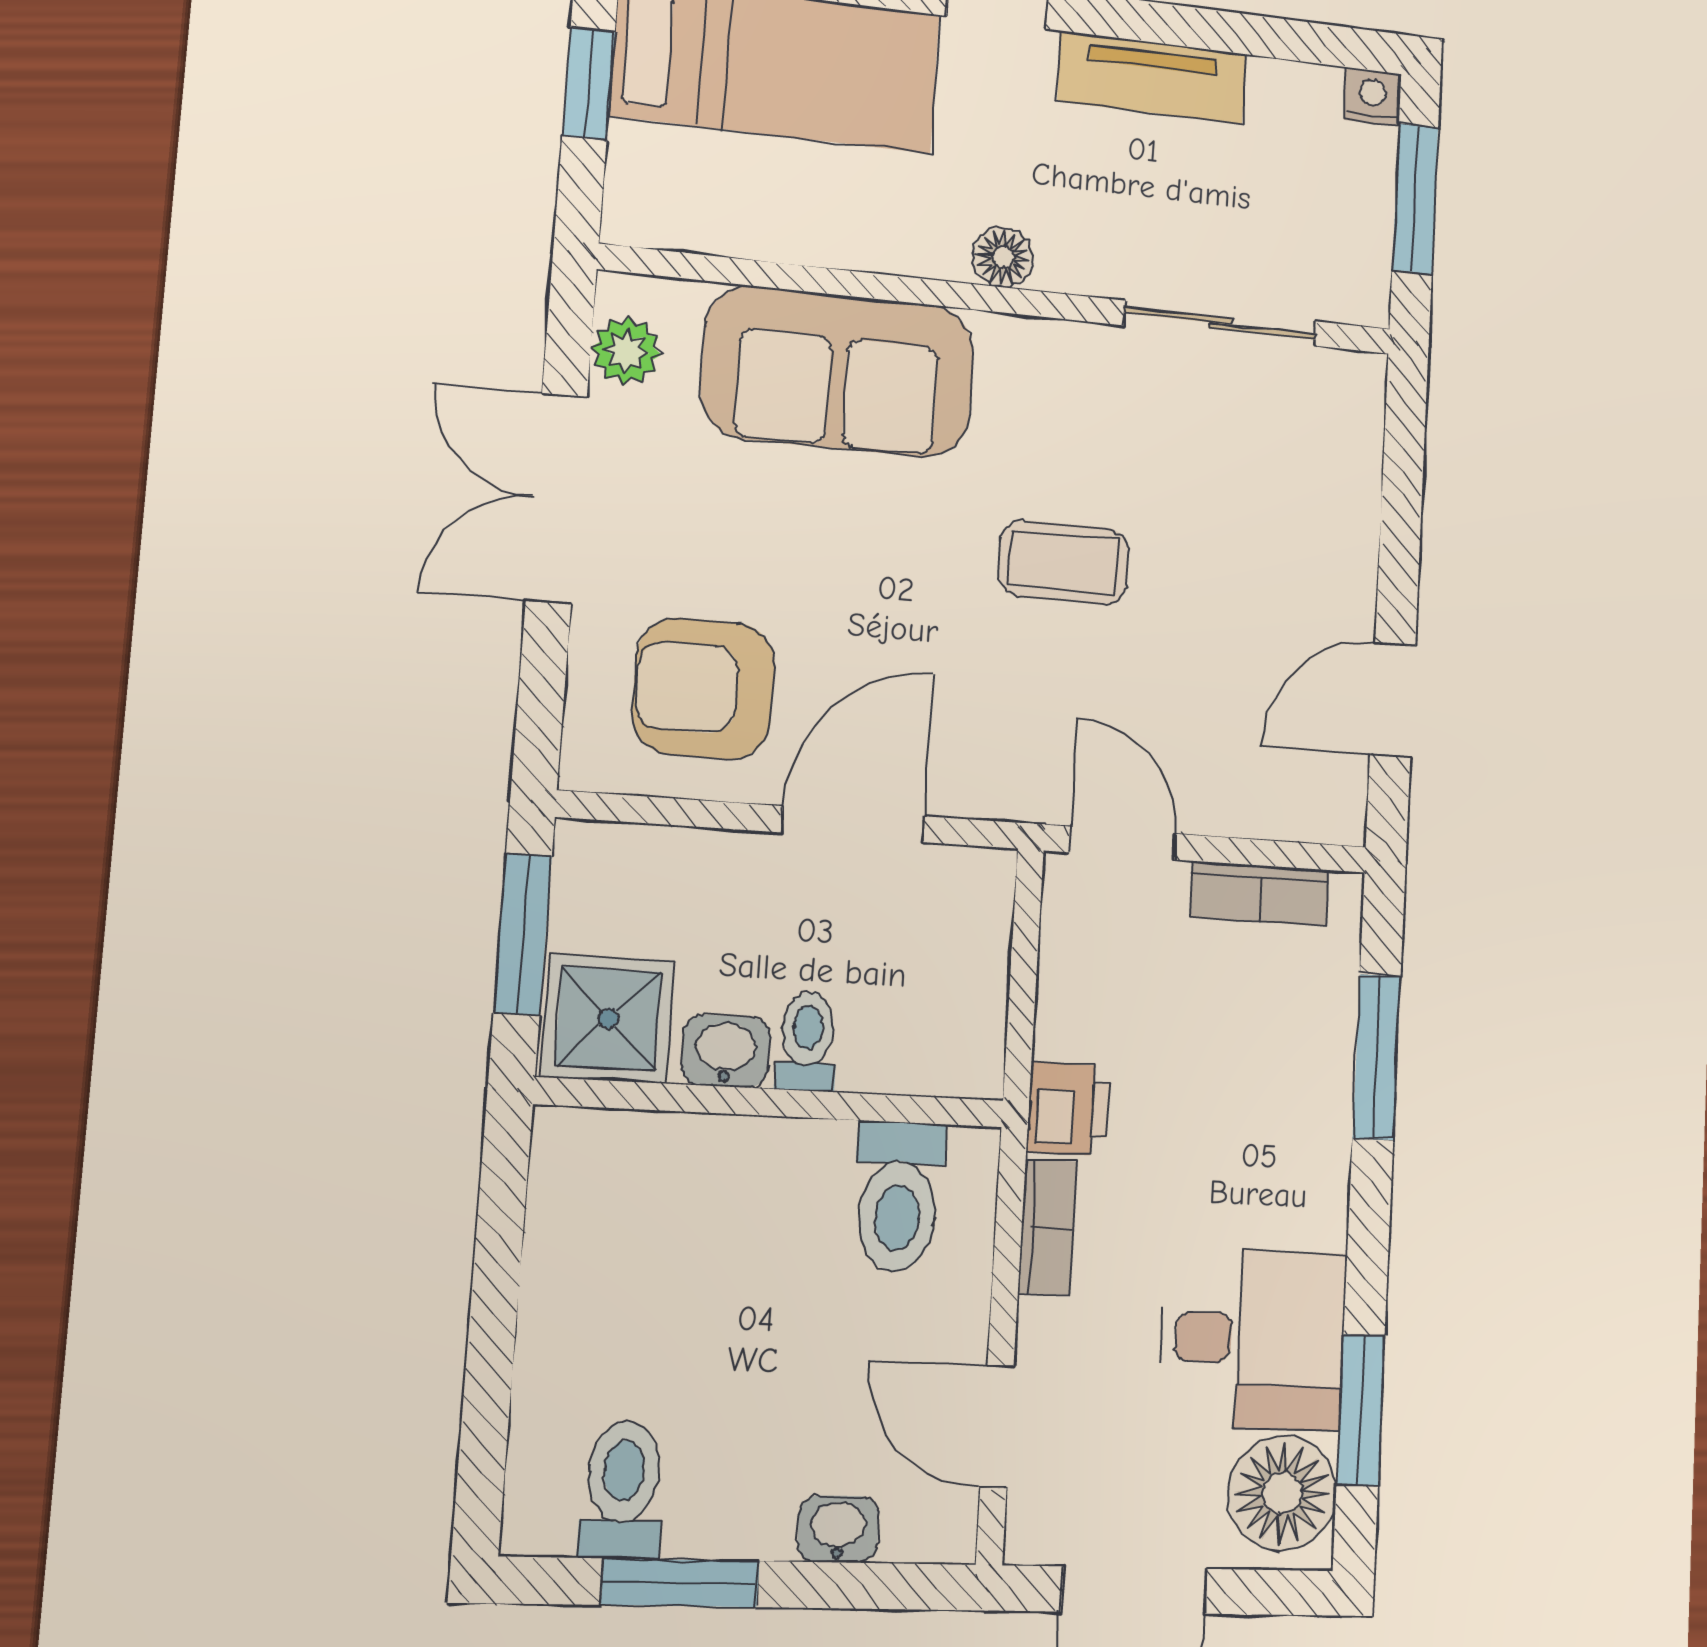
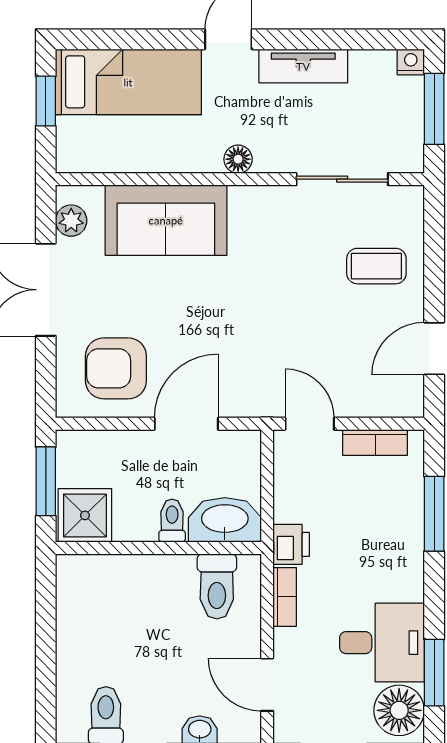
coffee table: (1064, 562) -> (376, 266), moved
washbasin: (726, 1051) -> (225, 520), moved, width x1.91, depth x1.45

